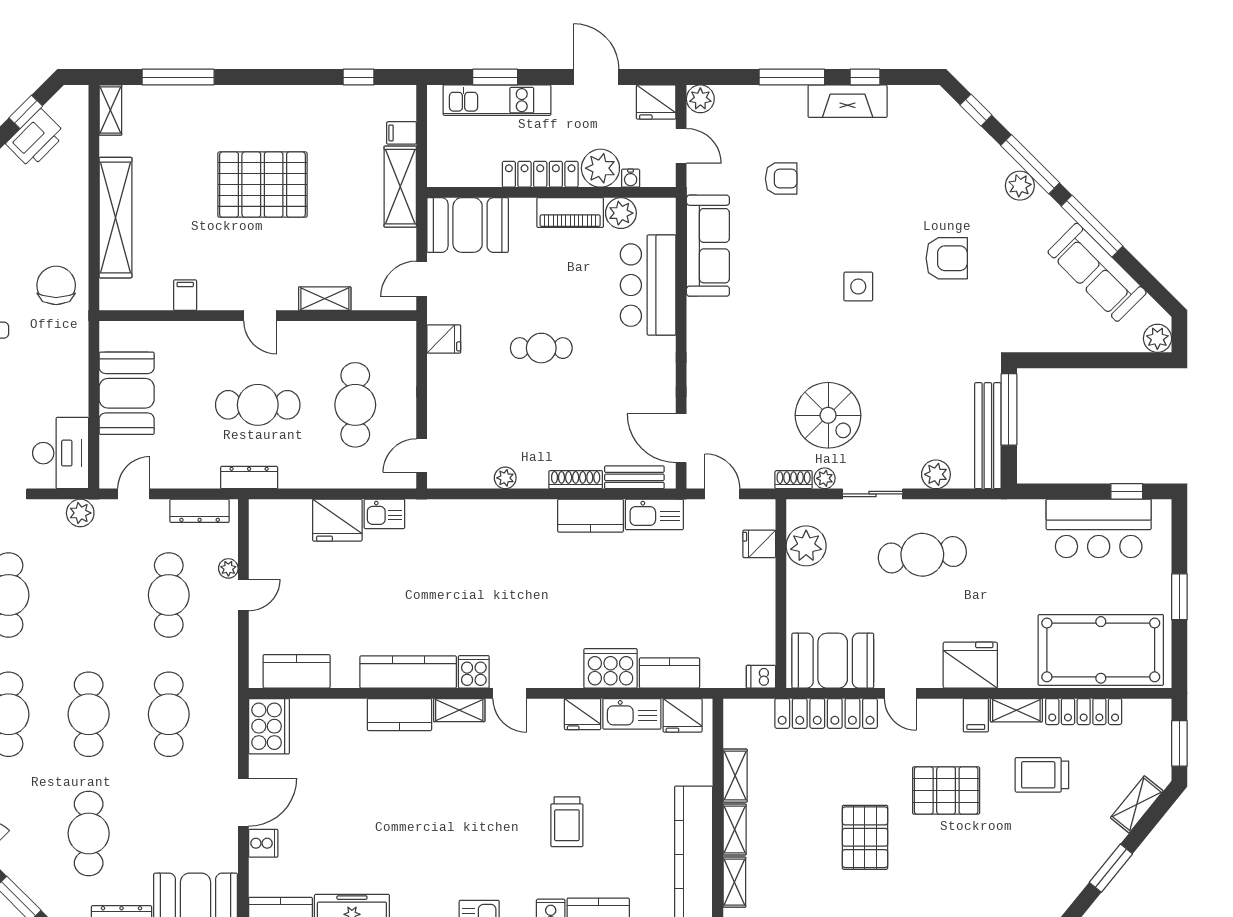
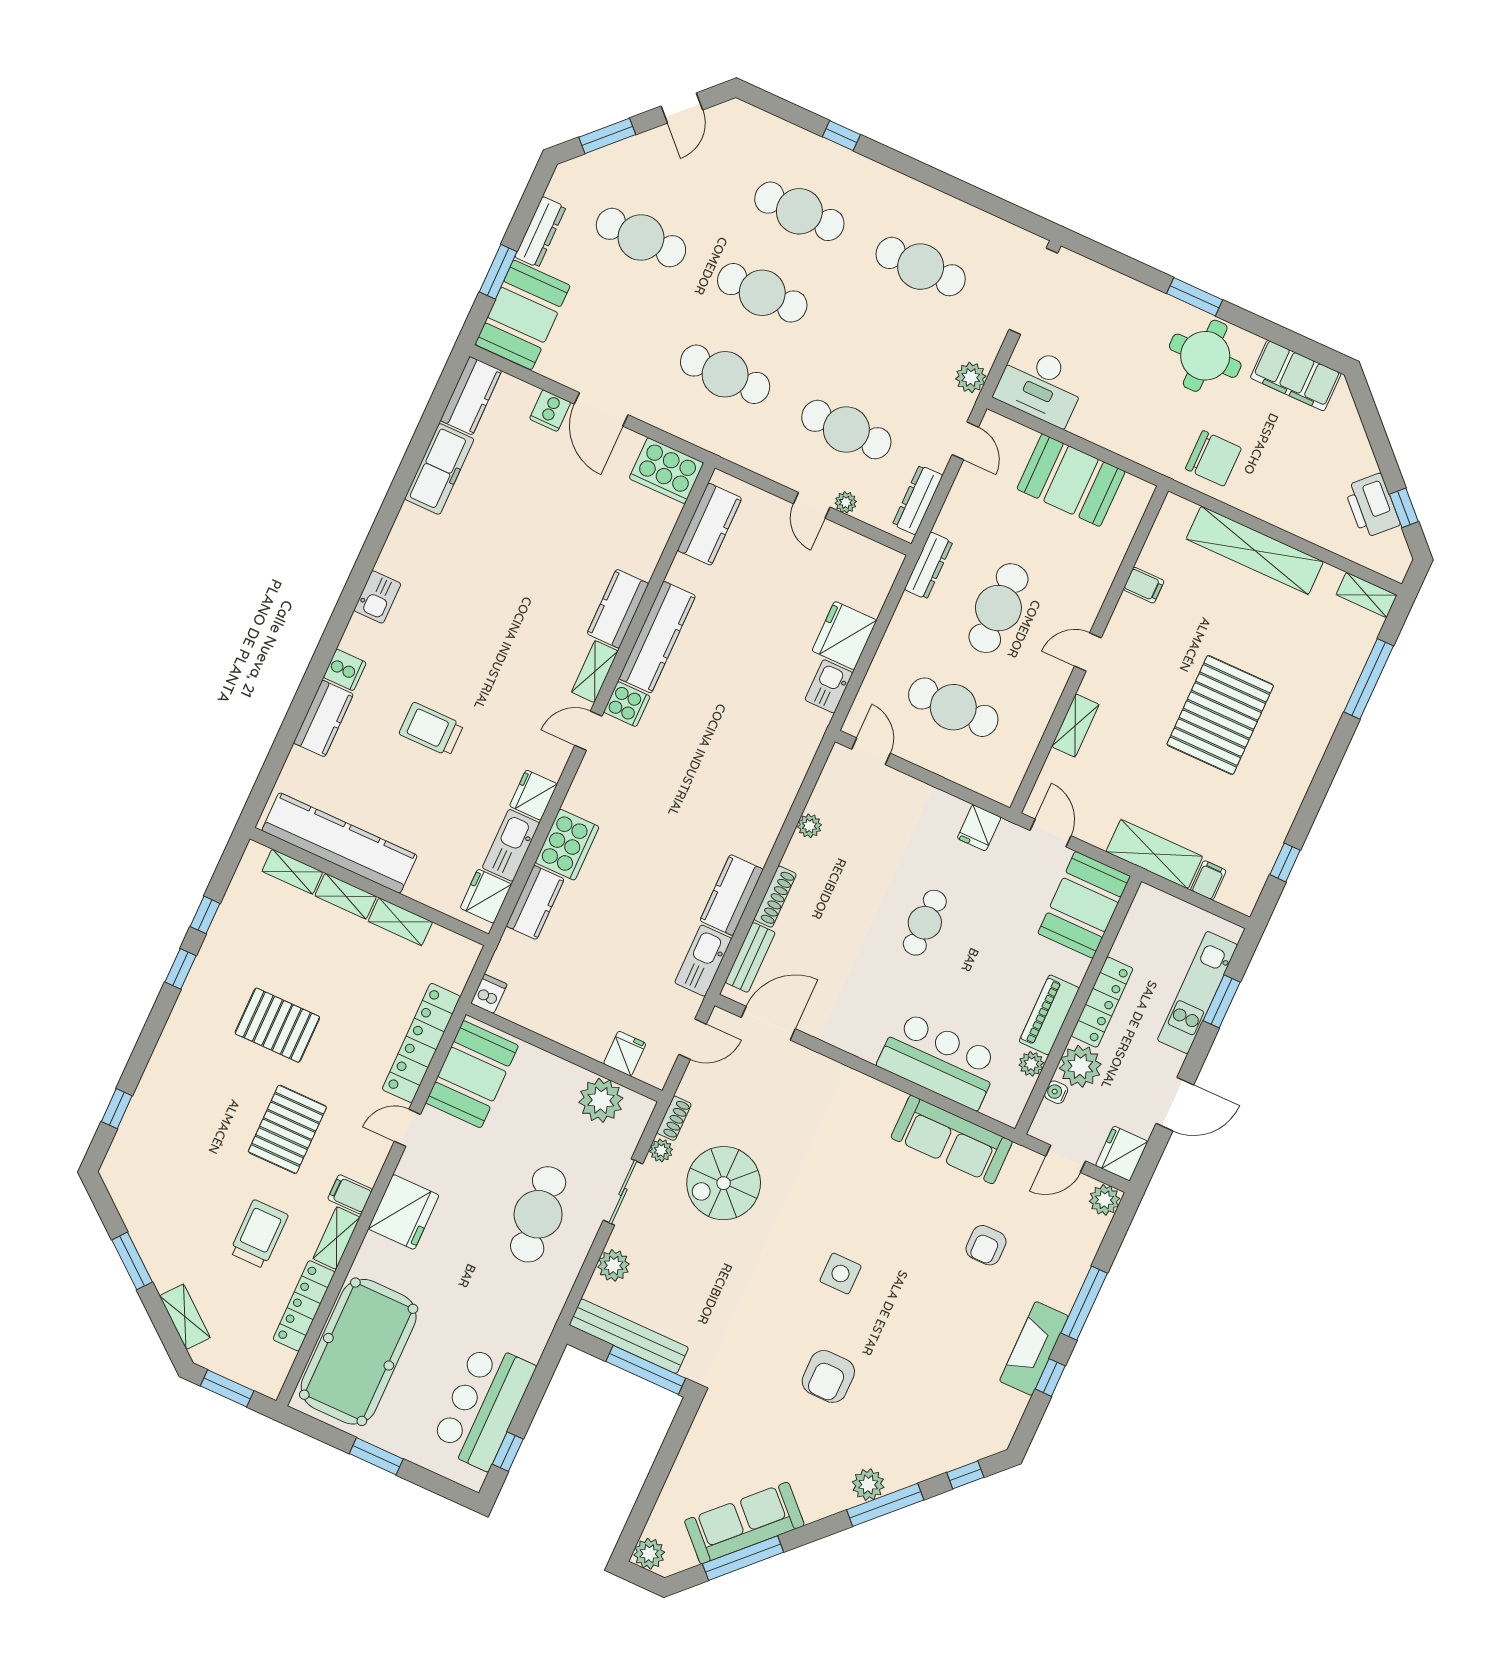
plant: (621, 213) -> (1031, 1064), width x0.73, depth x0.73
window: (1092, 226) -> (743, 1558), moved

